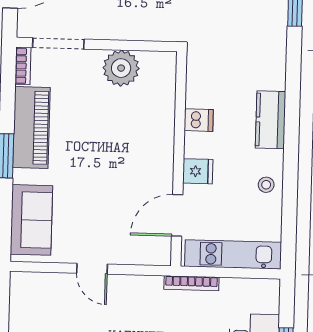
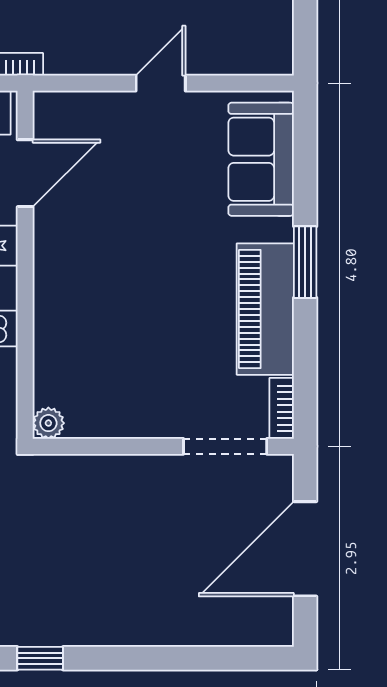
plant: (121, 68) -> (48, 423), moved, width x0.53, depth x0.53
door: (92, 269) -> (161, 83), hinge flipped

